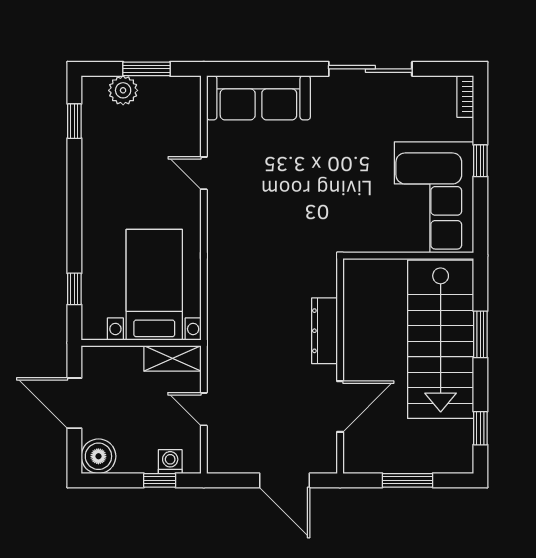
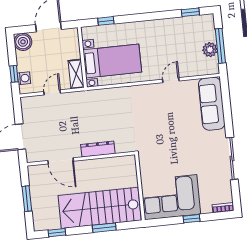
window: (147, 69) -> (220, 46), width x1.44
plant: (123, 90) -> (210, 50), moved

